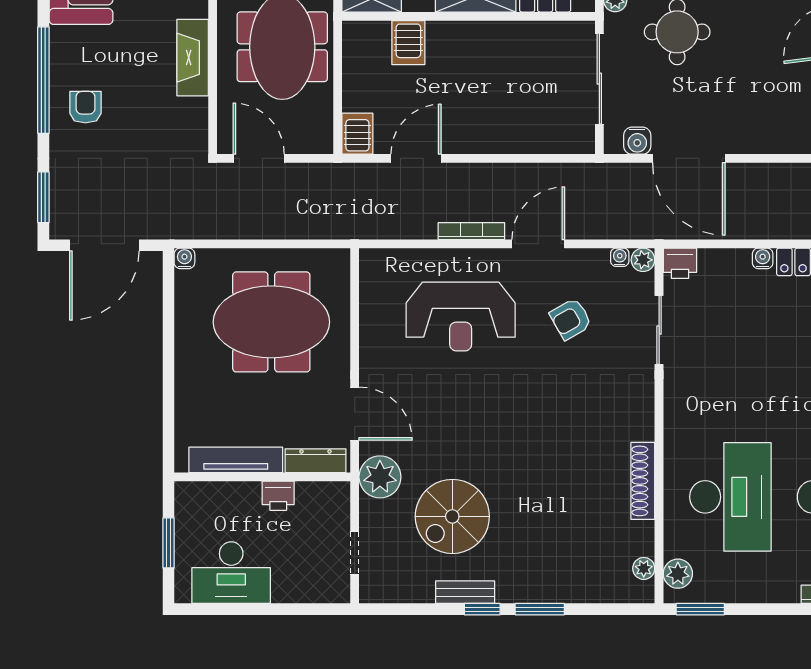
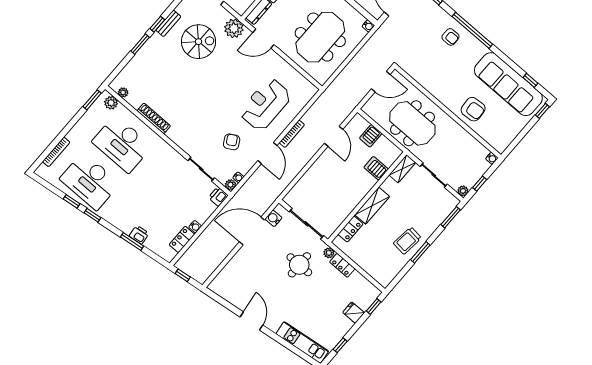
fireplace: (193, 58) -> (436, 89), removed
server rack: (357, 134) -> (371, 136), moved, turned 90
spiral stairs: (452, 516) -> (199, 42), turned 90

